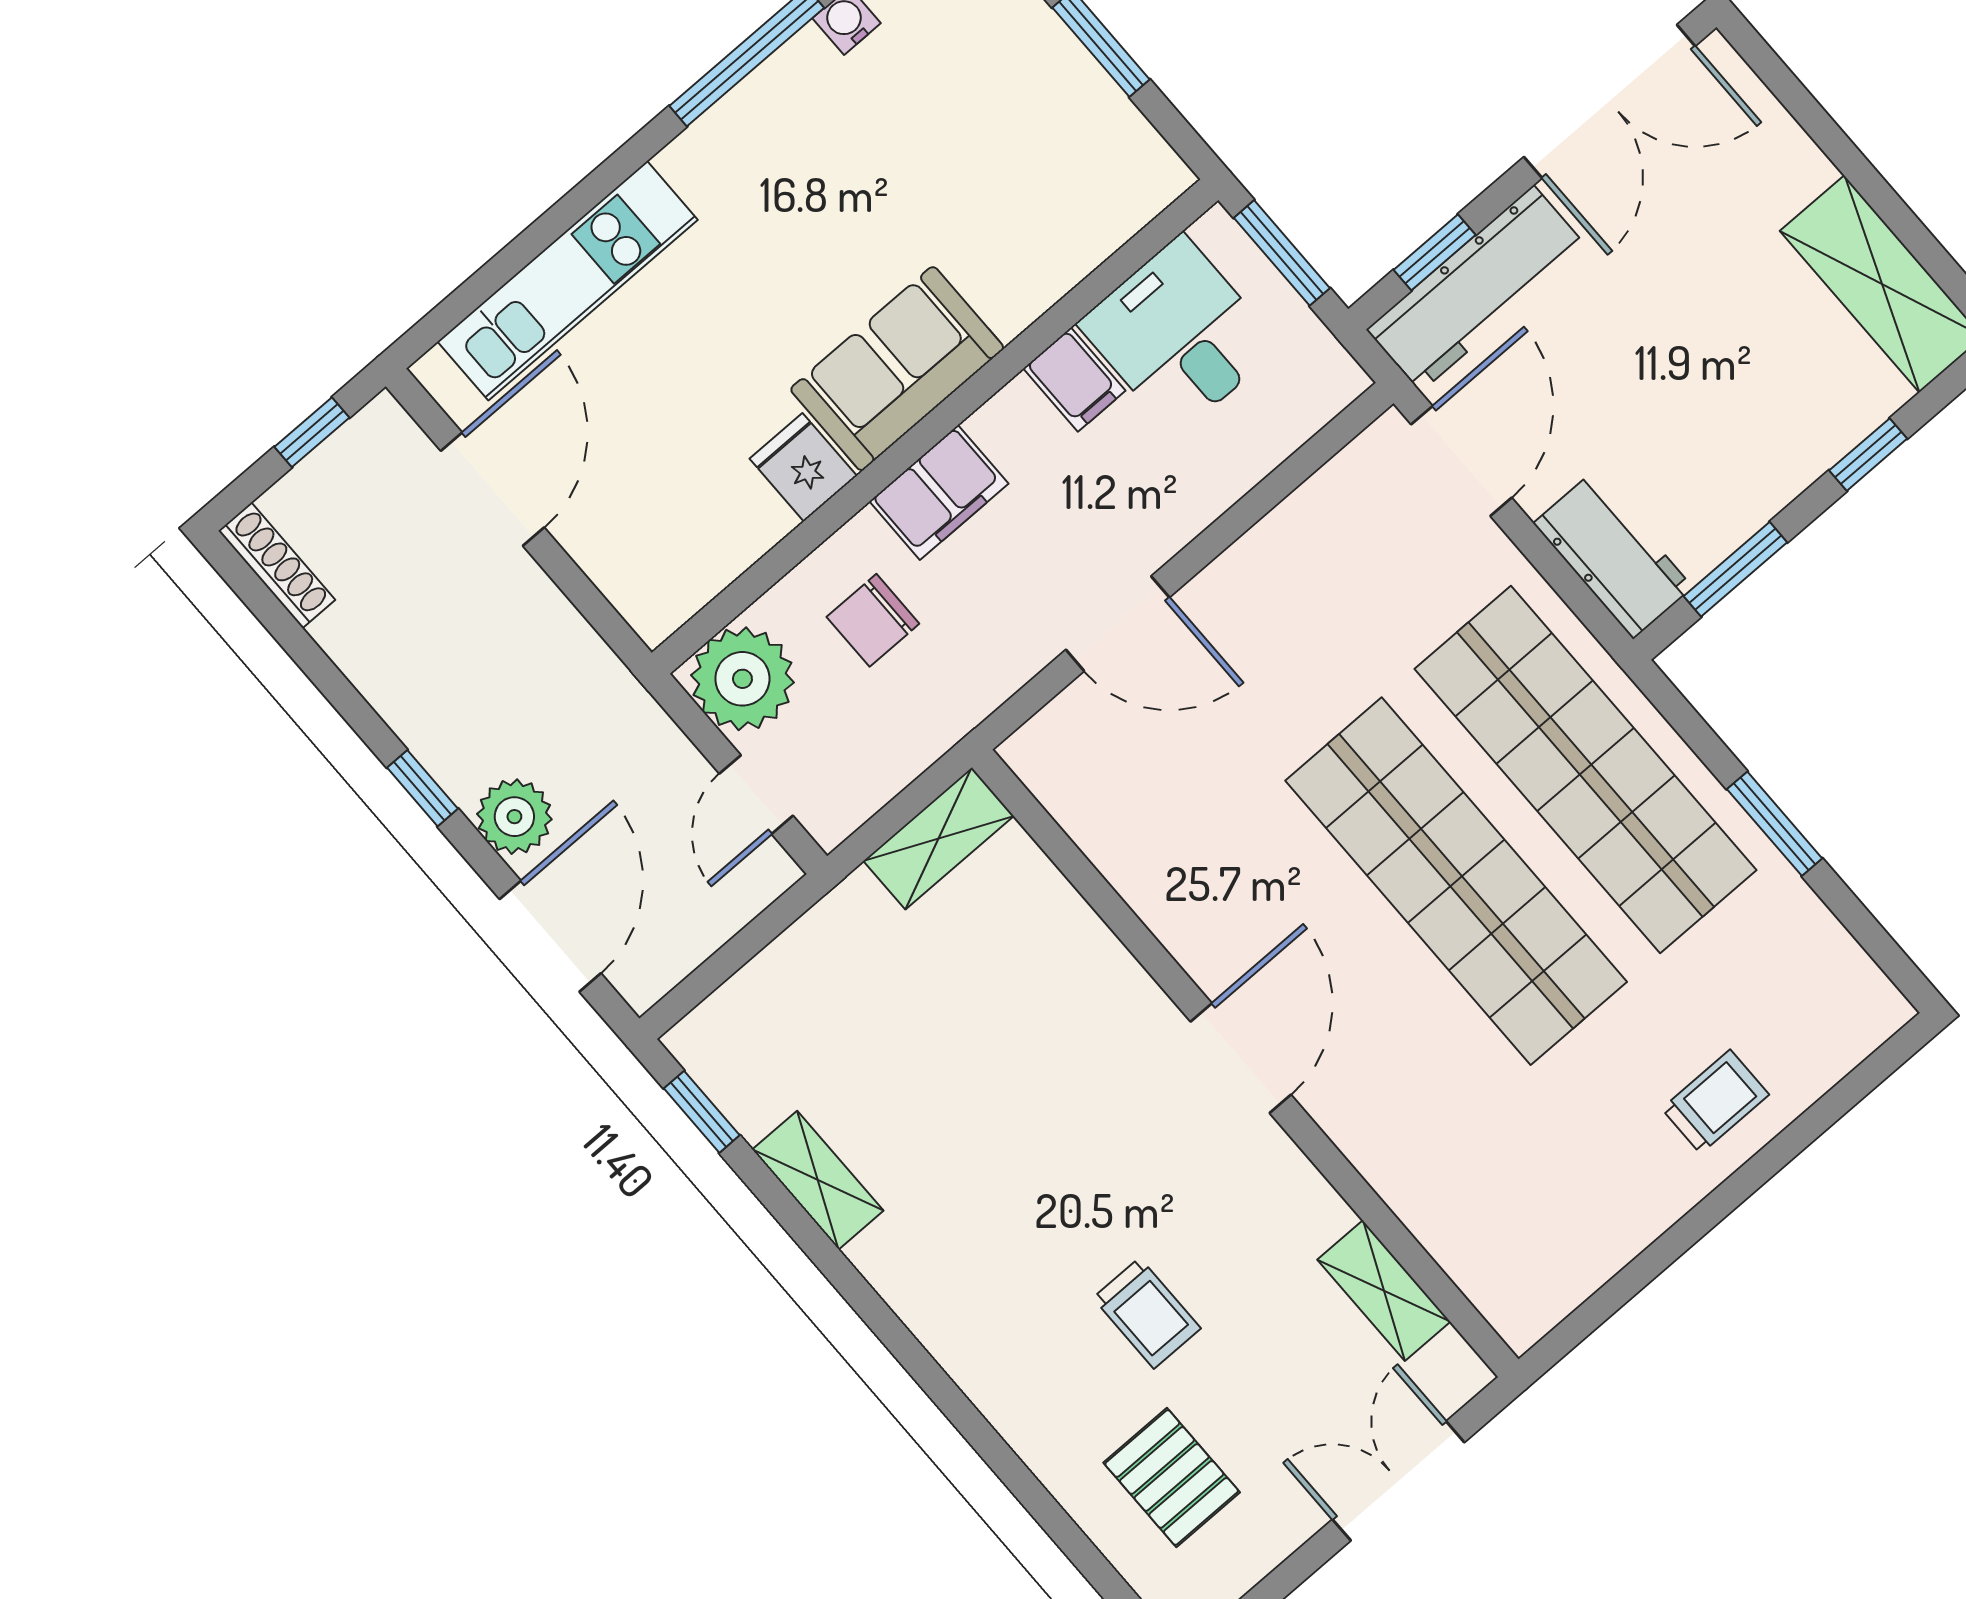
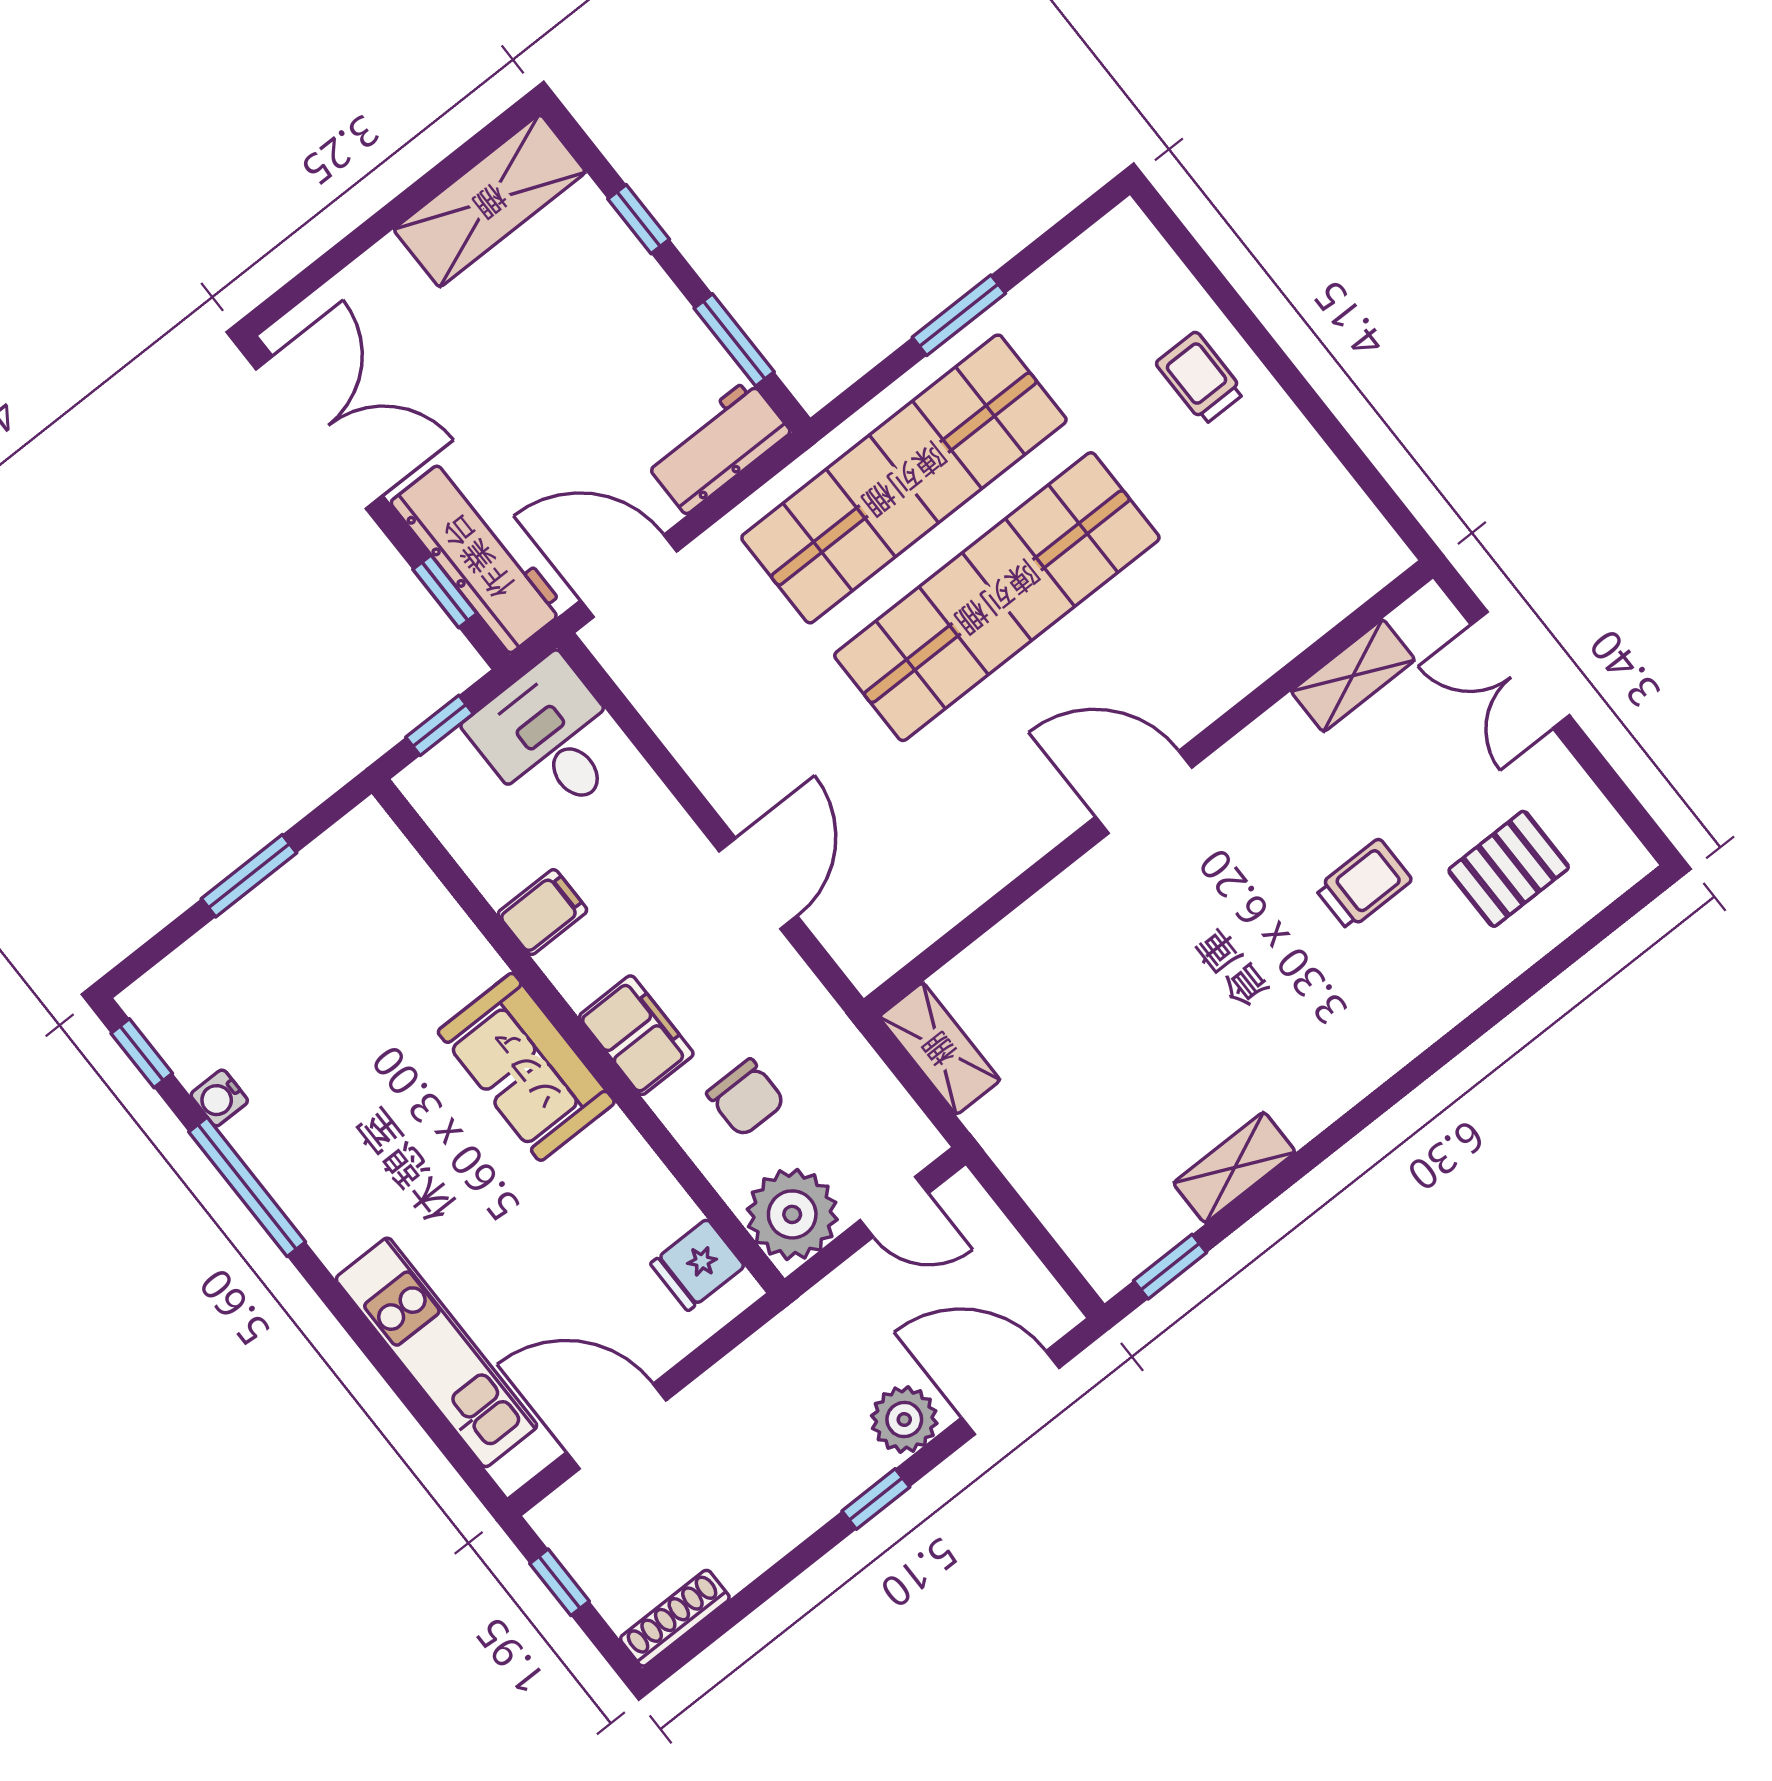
window: (1282, 253) -> (440, 725), width x0.67
desk: (1179, 335) -> (550, 739), moved, turned 90
fridge: (803, 467) -> (697, 1265), moved

